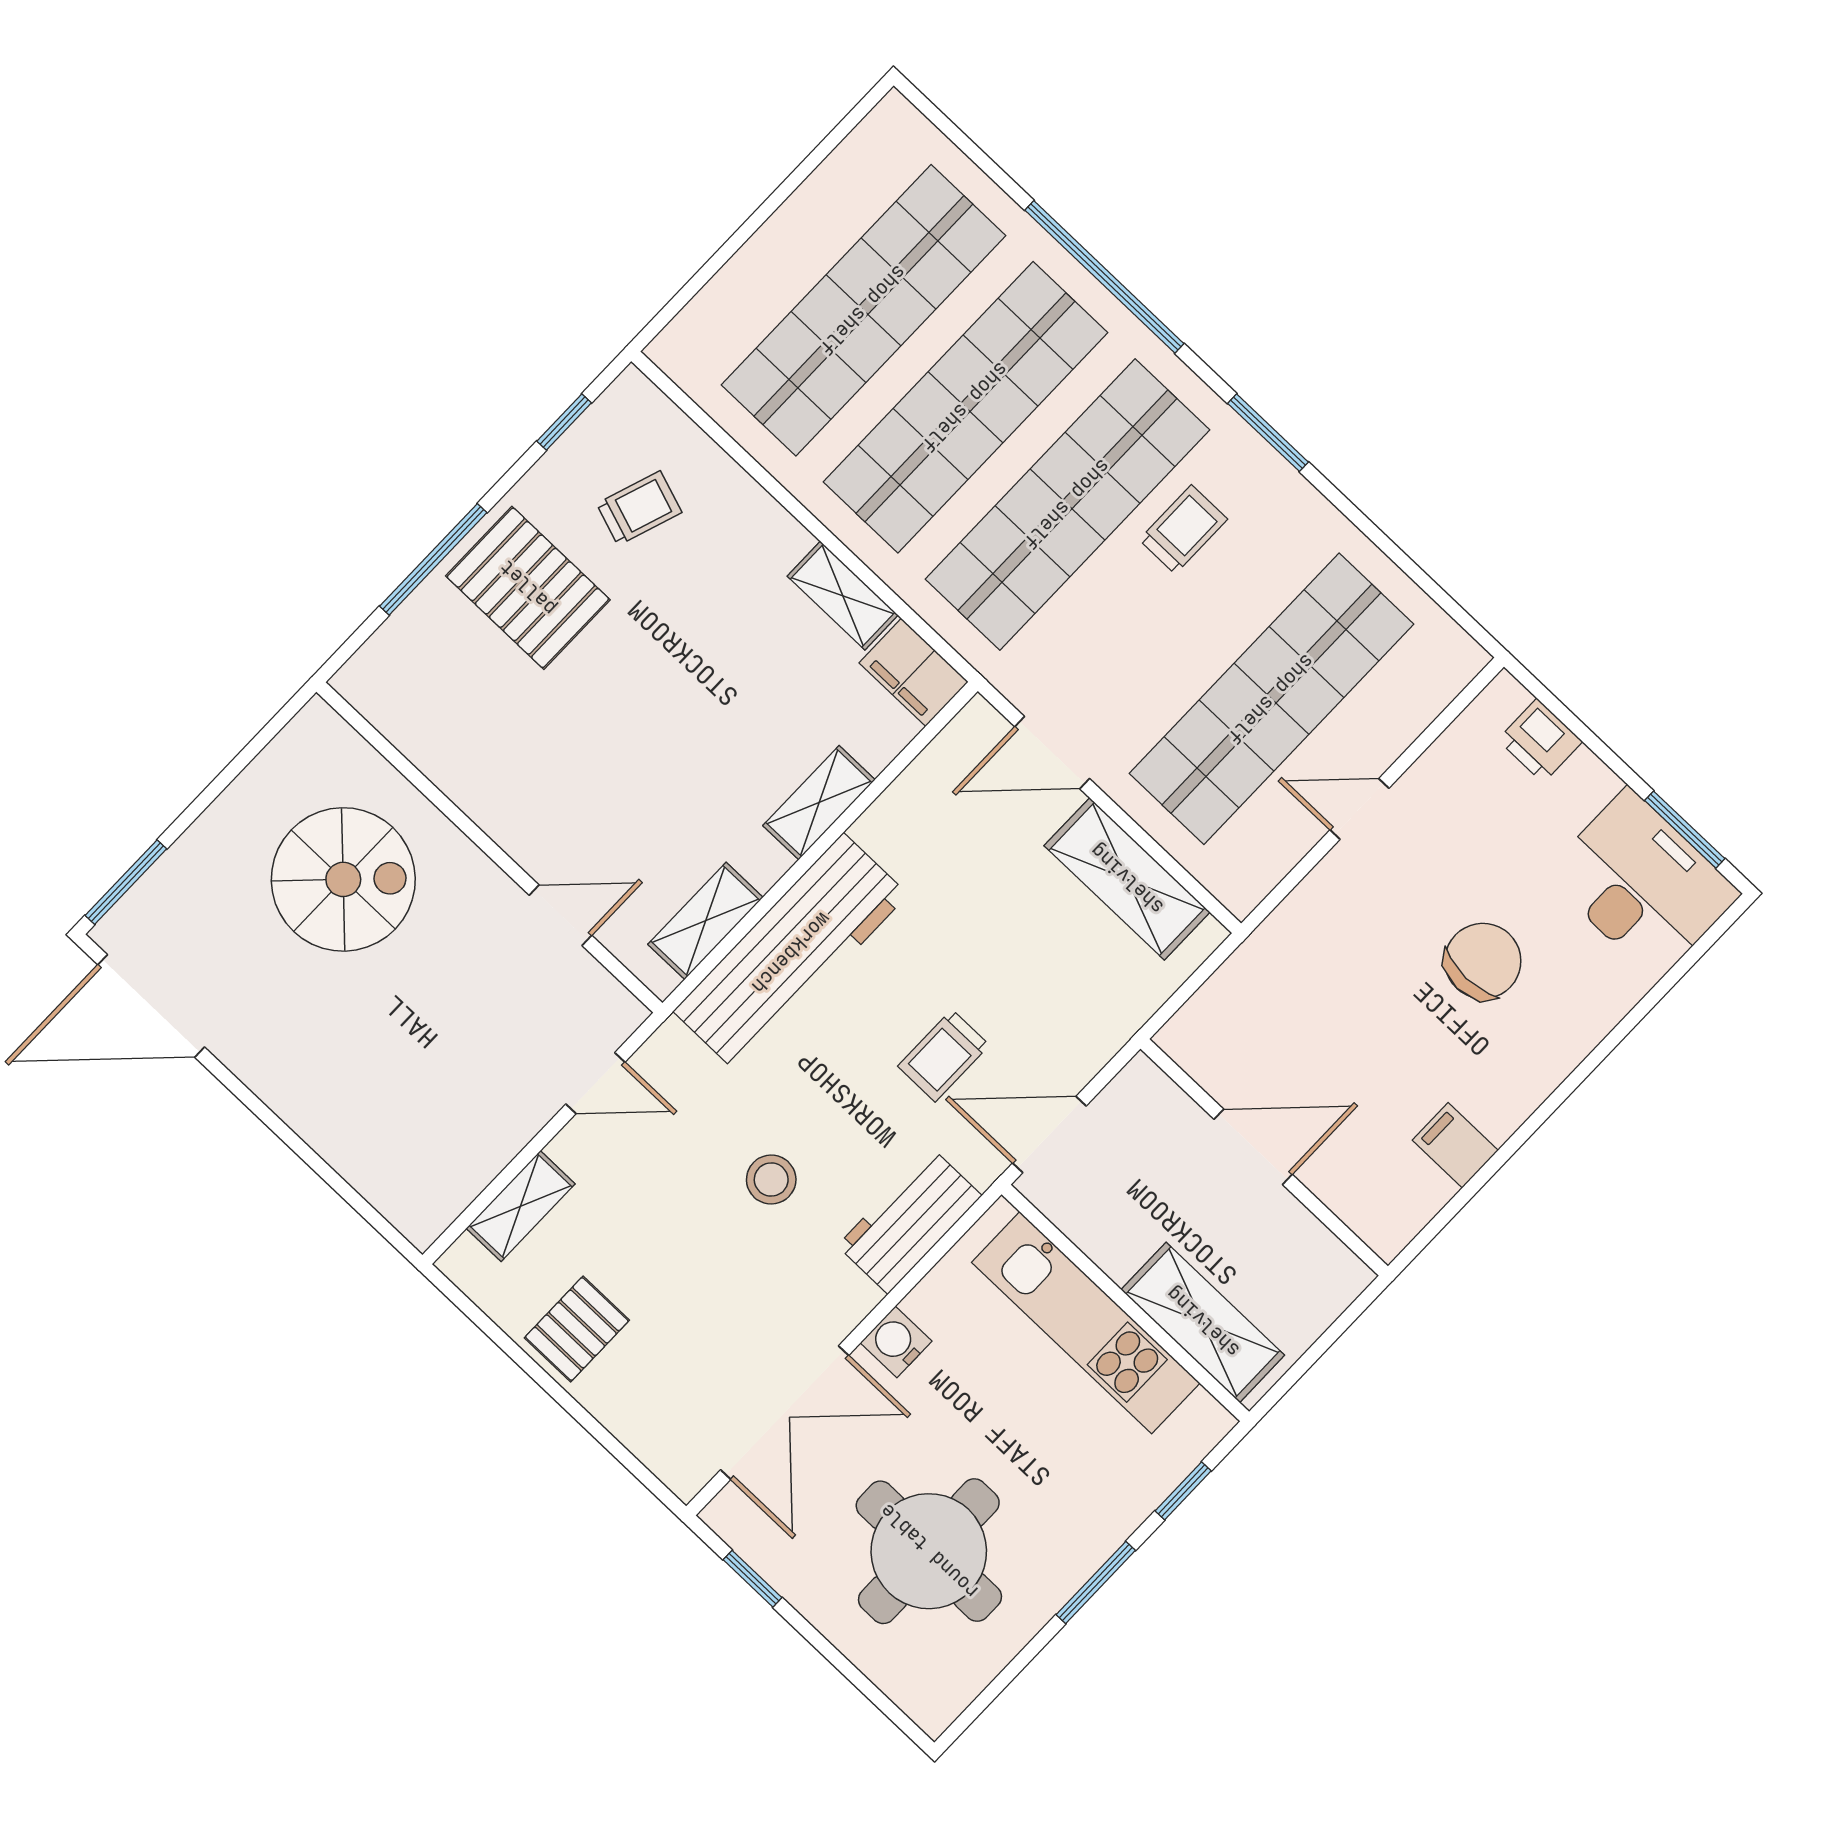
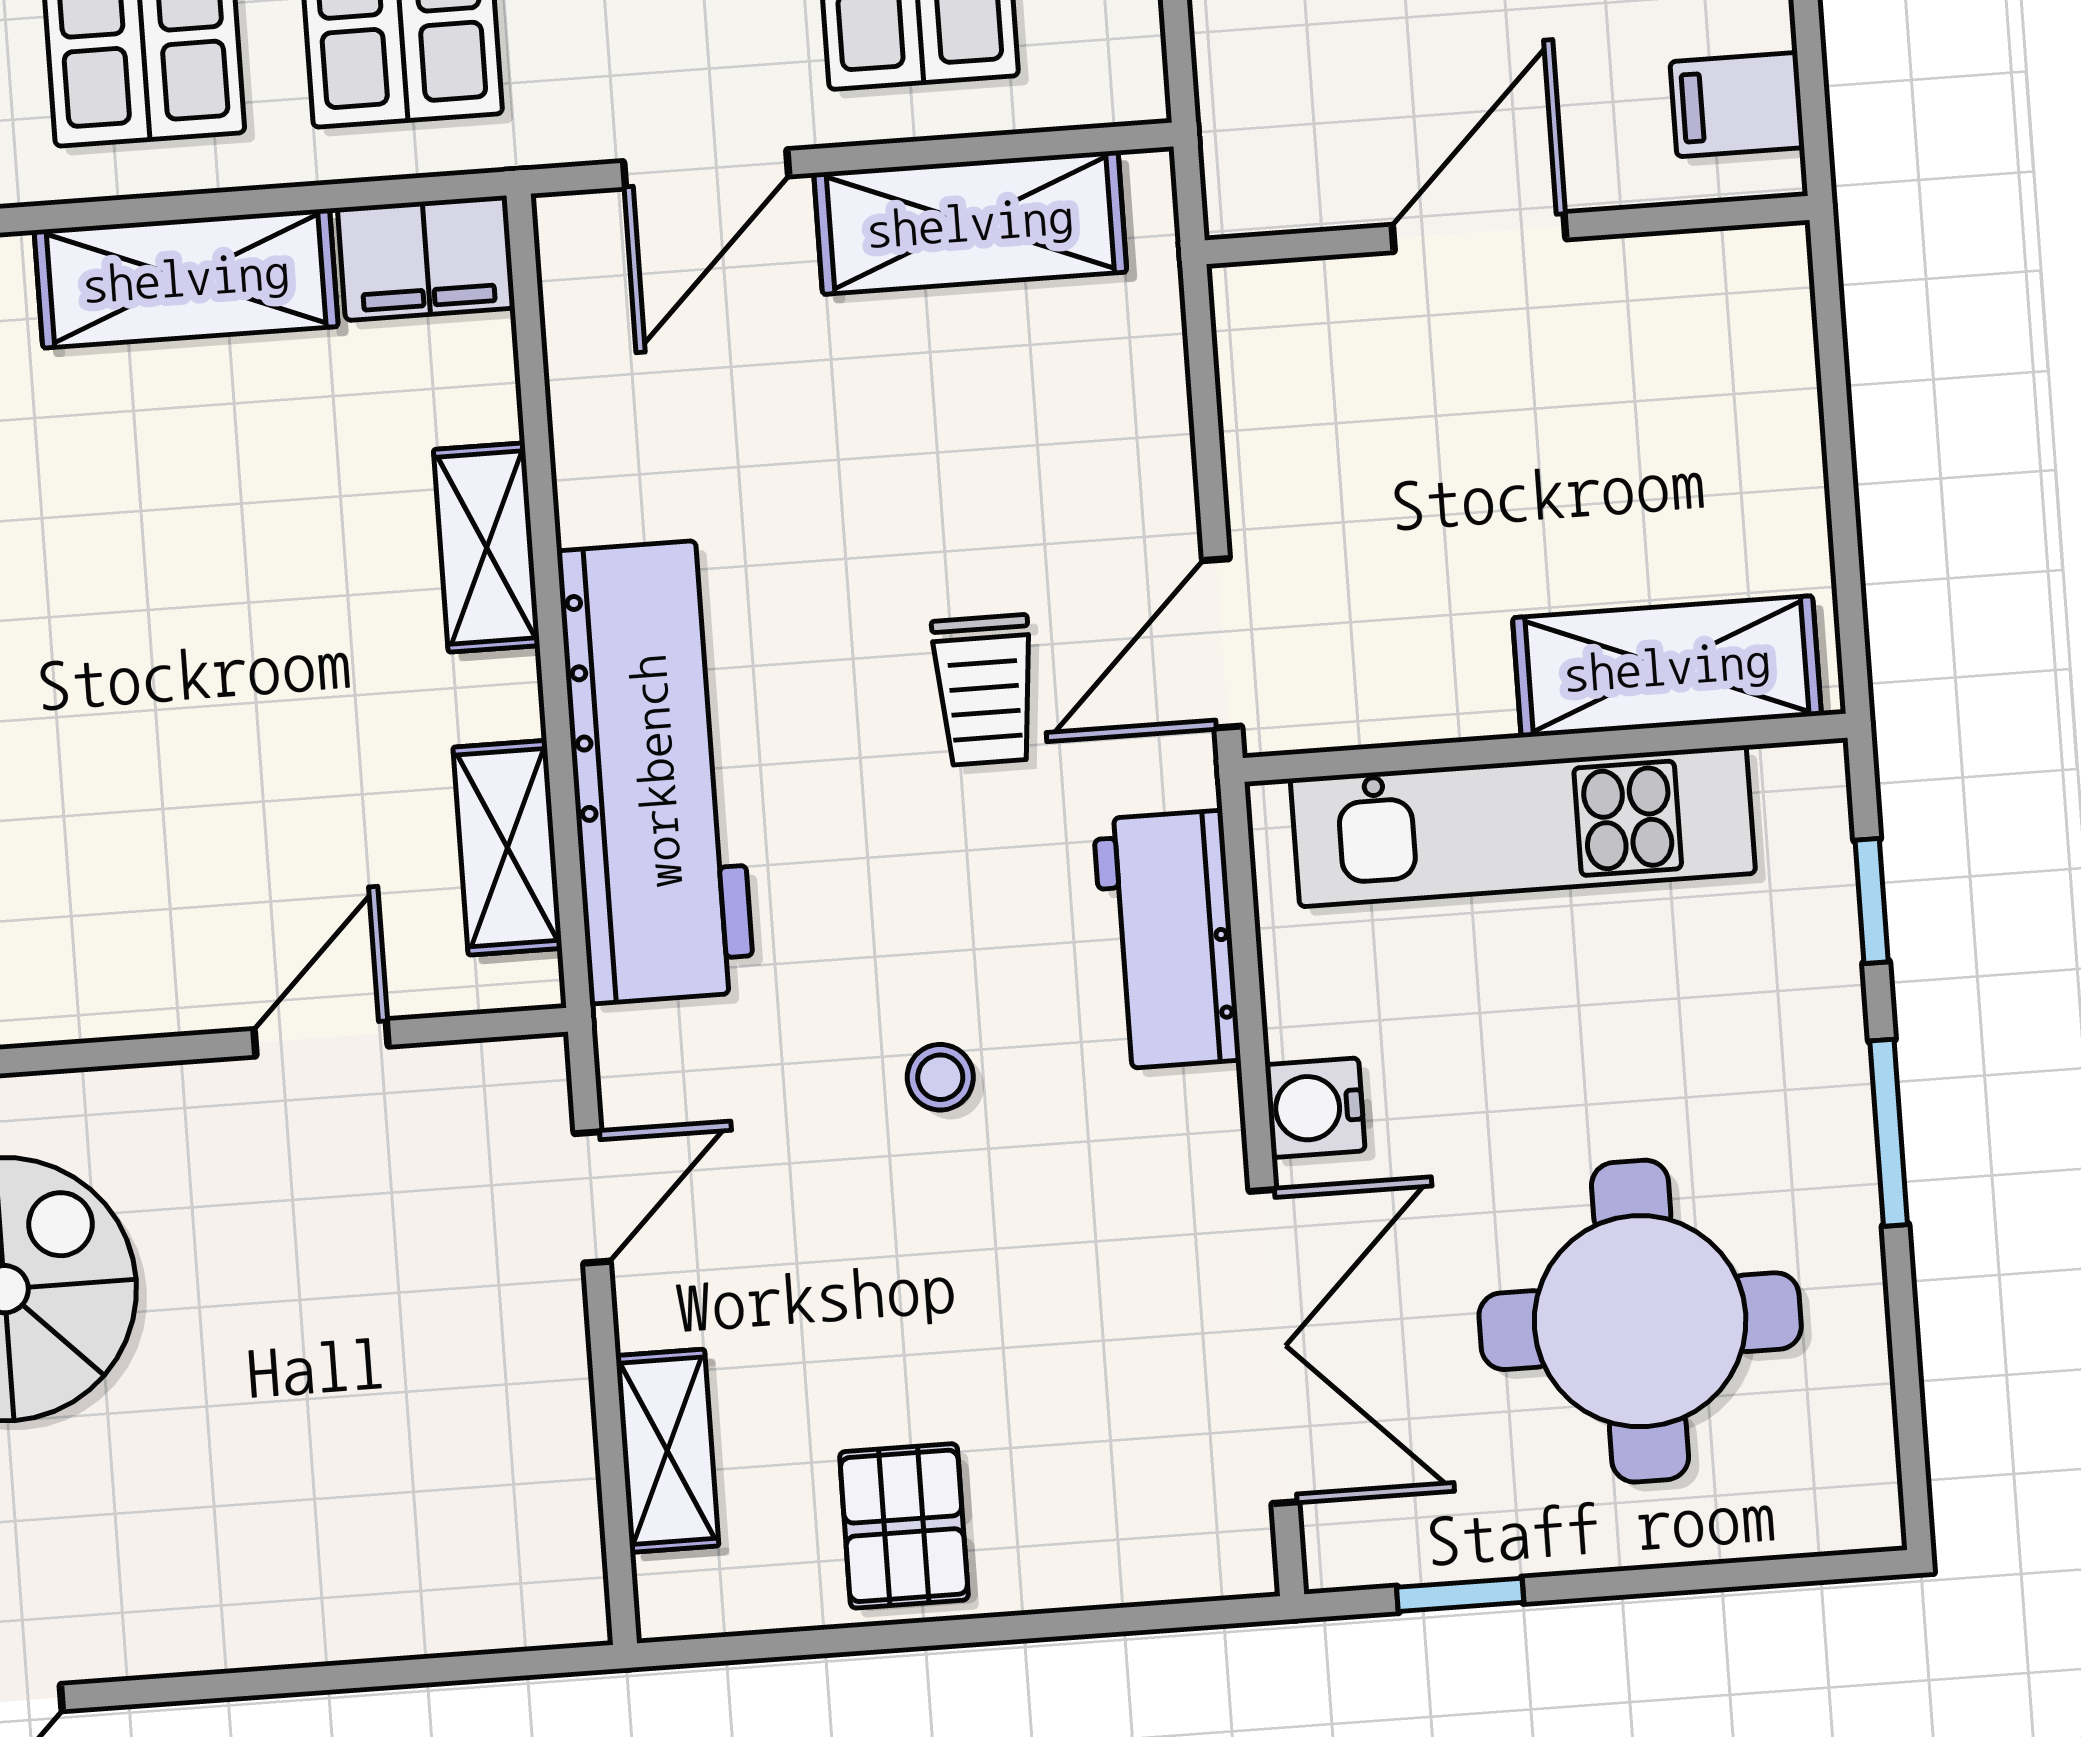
shelving: (843, 596) -> (186, 278), width x1.50, depth x1.33
door: (1253, 1147) -> (1479, 232), moved
wall: (1264, 1157) -> (1507, 230), moved
stool: (771, 1180) -> (940, 1077), width x0.73, depth x0.73

